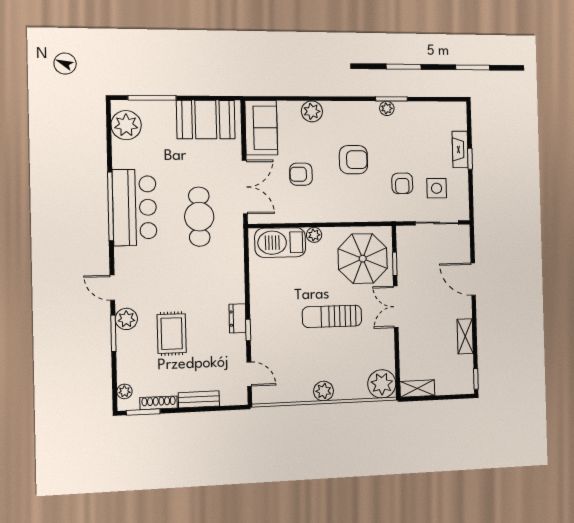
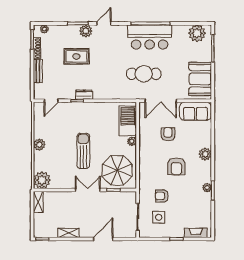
plant: (312, 111) -> (205, 154), moved
fireplace: (460, 149) -> (196, 233), moved

